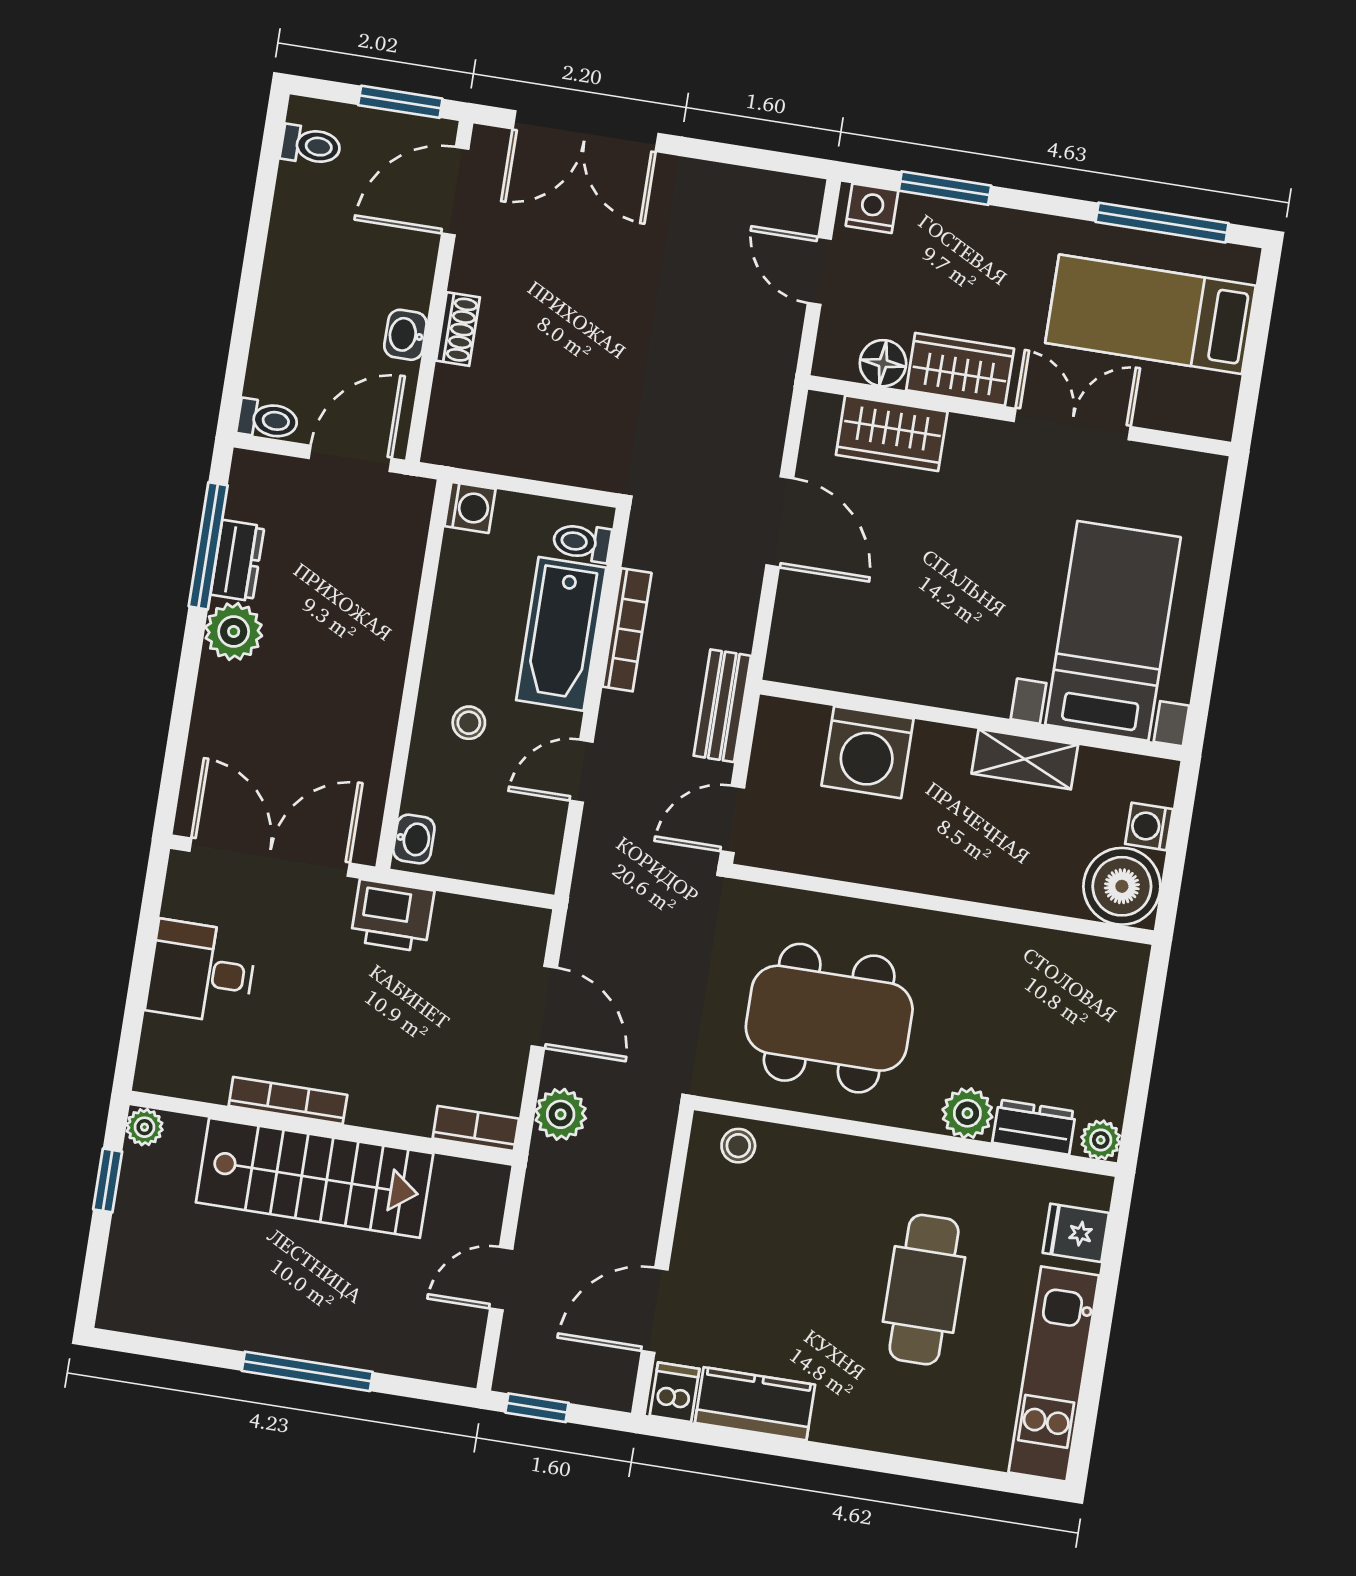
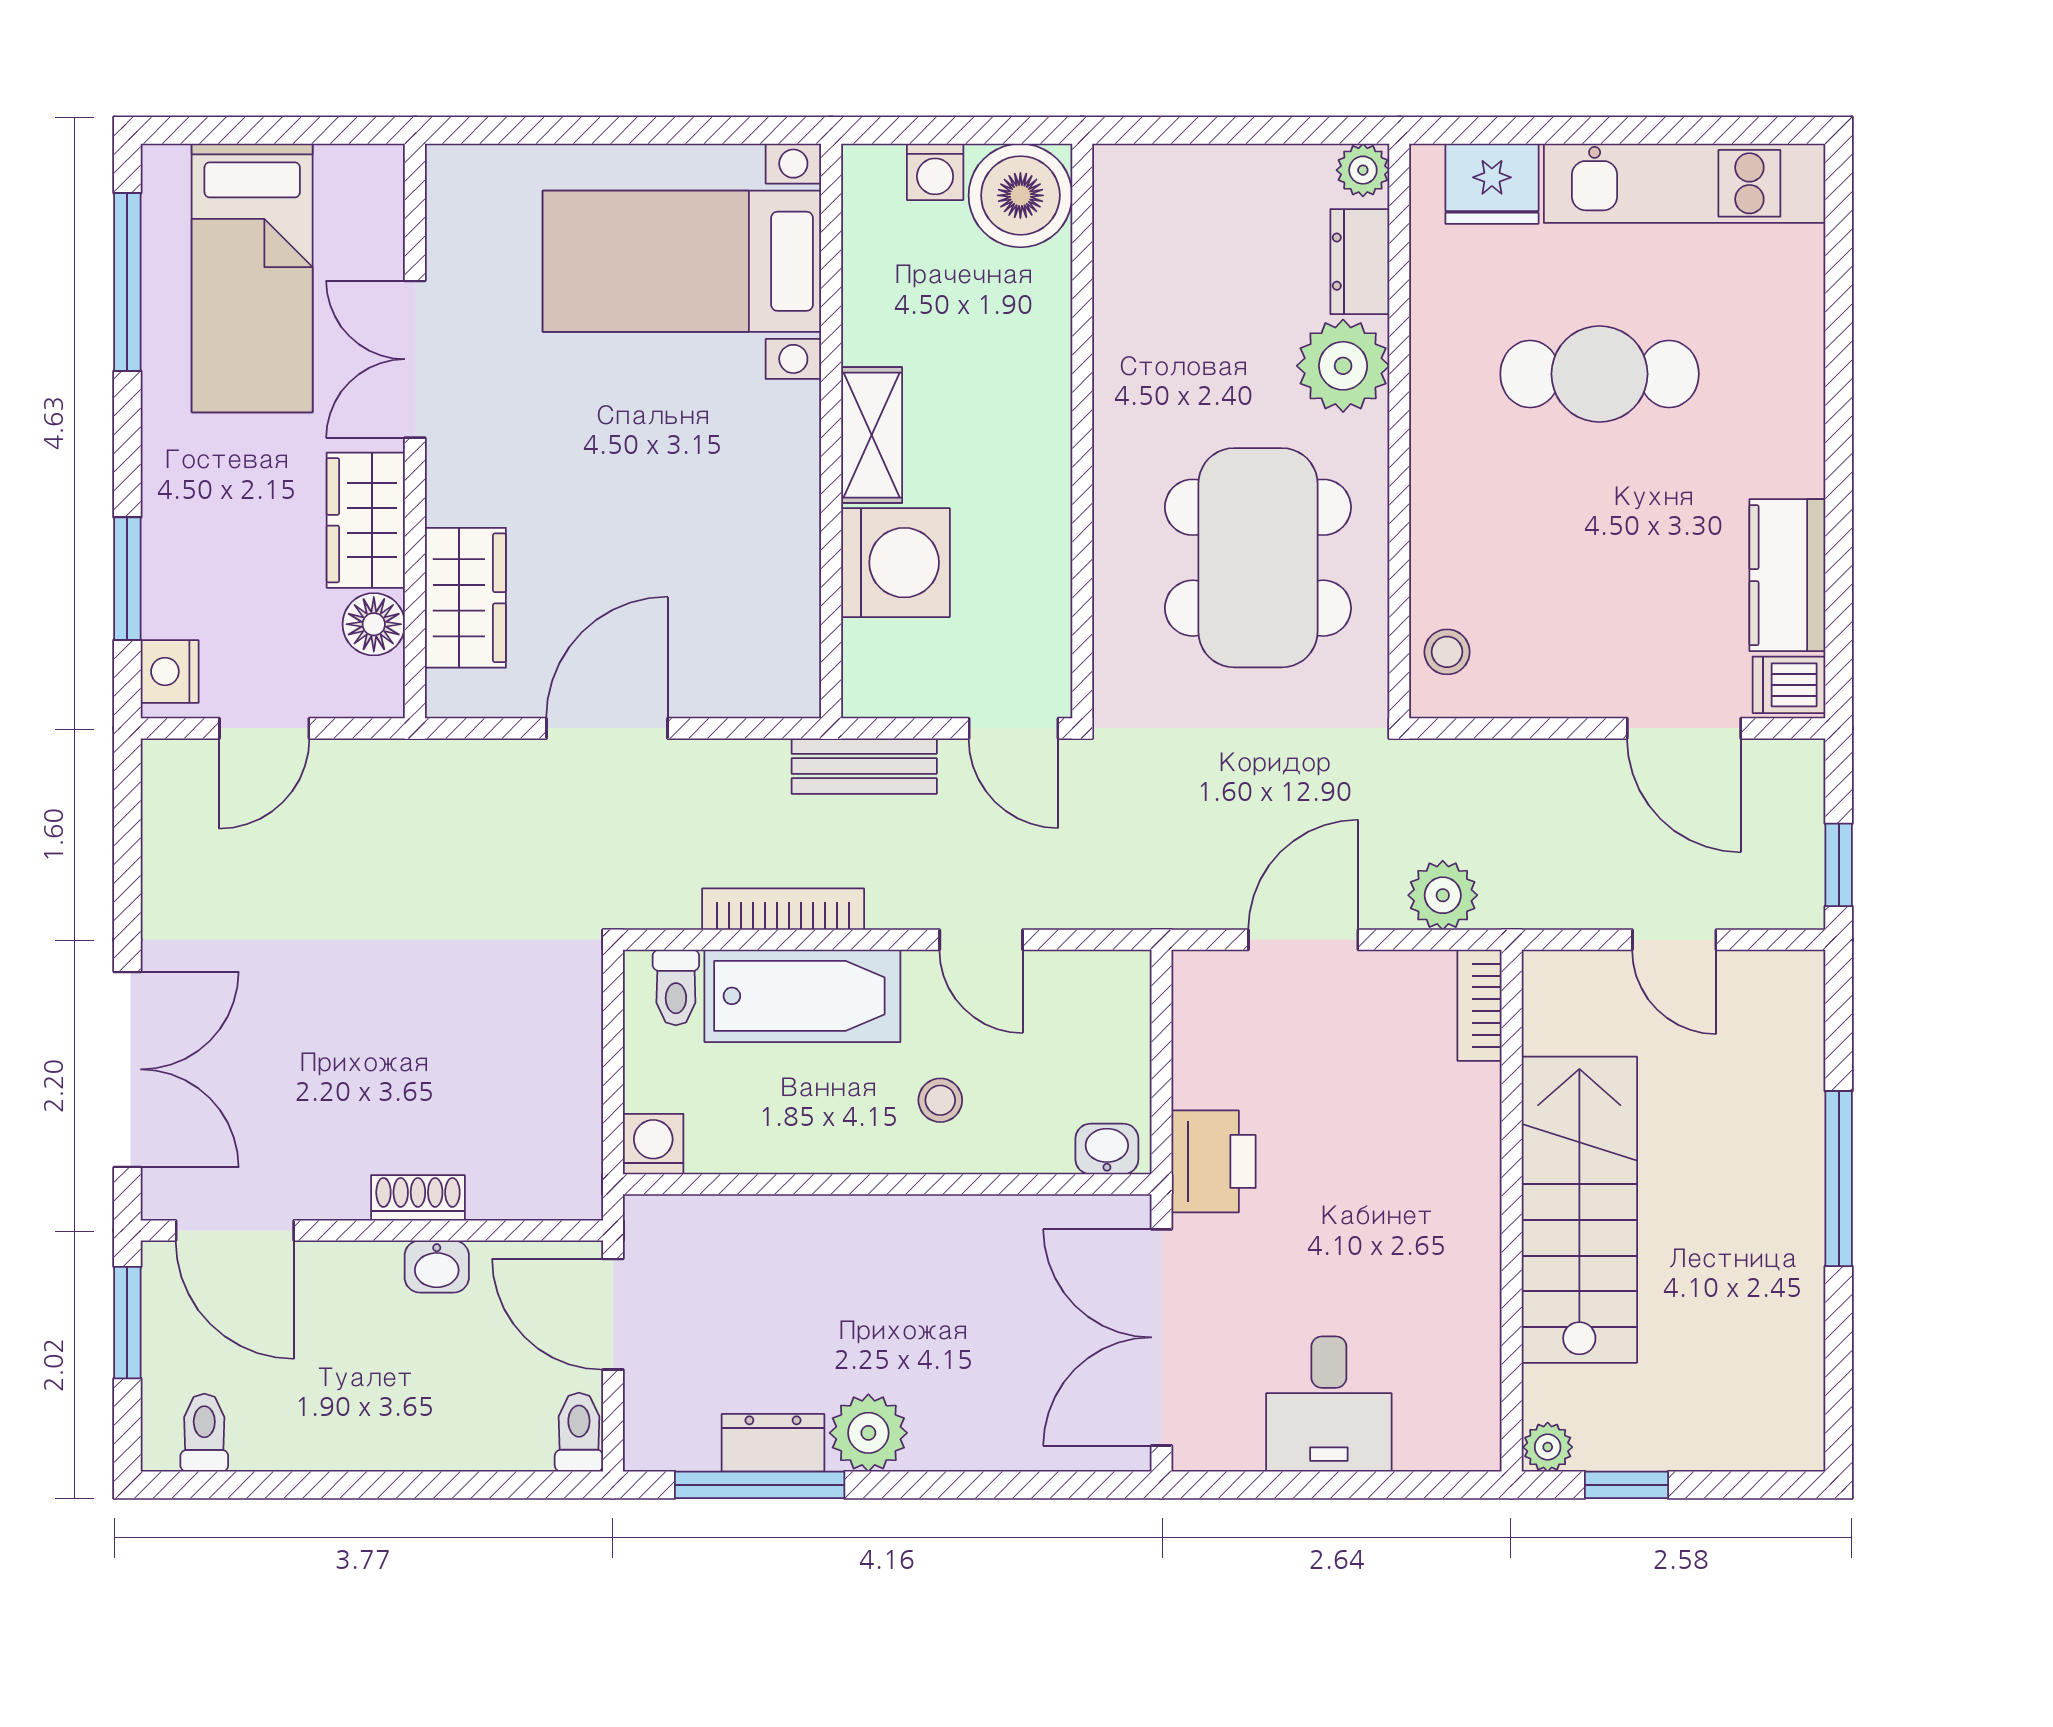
shelving: (1025, 759) -> (872, 435), moved
bookcase: (288, 1100) -> (1482, 1262), removed
plant: (967, 1113) -> (1343, 366), width x1.36, depth x1.36
fridge: (1076, 1233) -> (1492, 184), width x1.38

